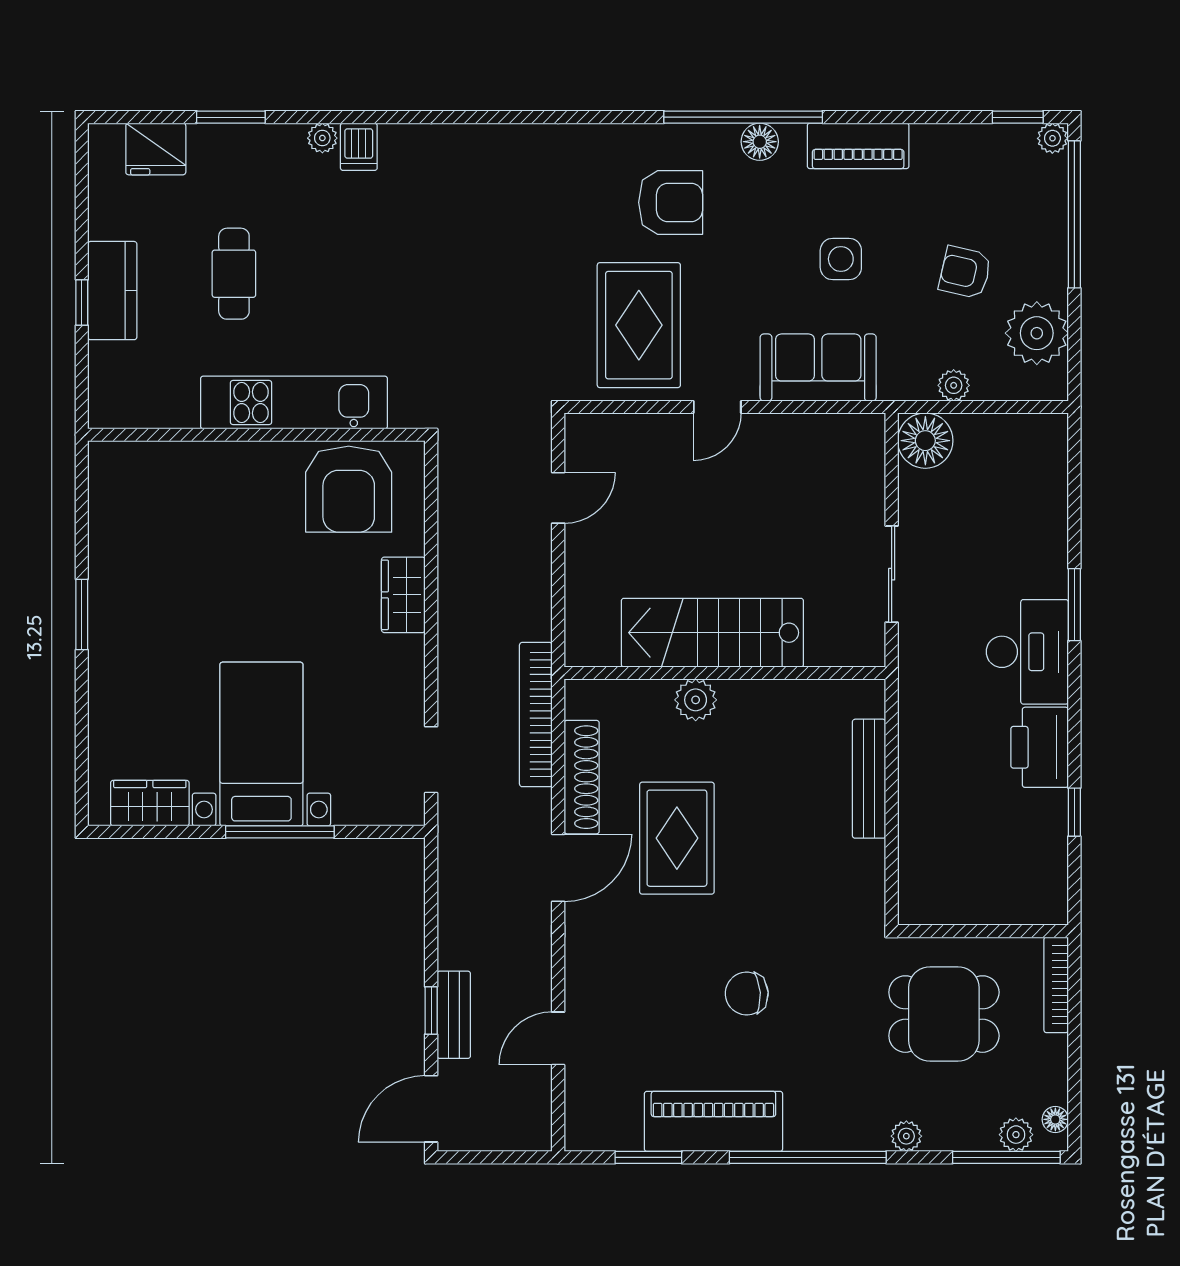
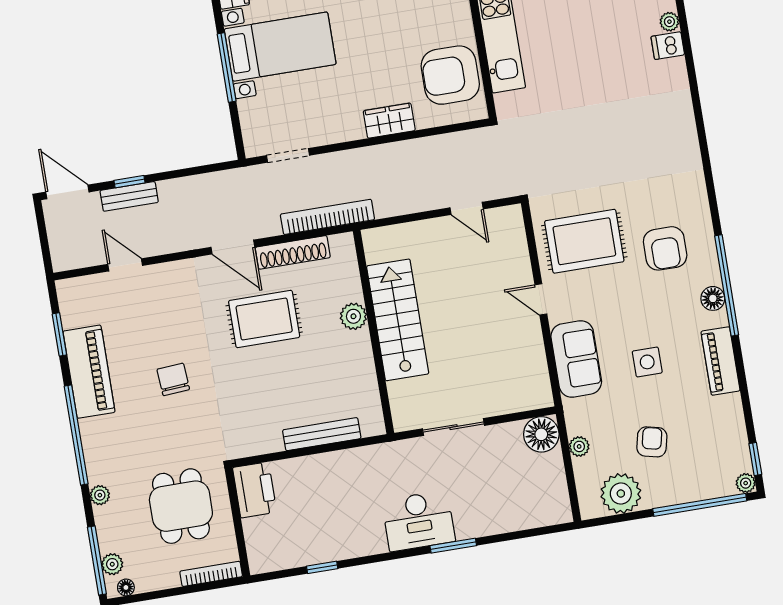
printer: (1040, 747) -> (255, 490), moved, turned 90

